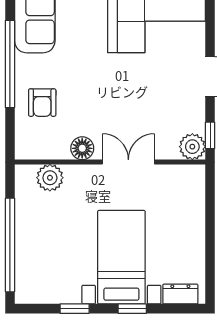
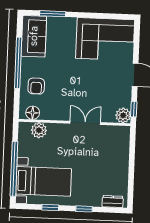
floor lamp: (82, 148) -> (33, 113), moved
bed with nightstands: (121, 257) -> (44, 181), moved, turned 90

